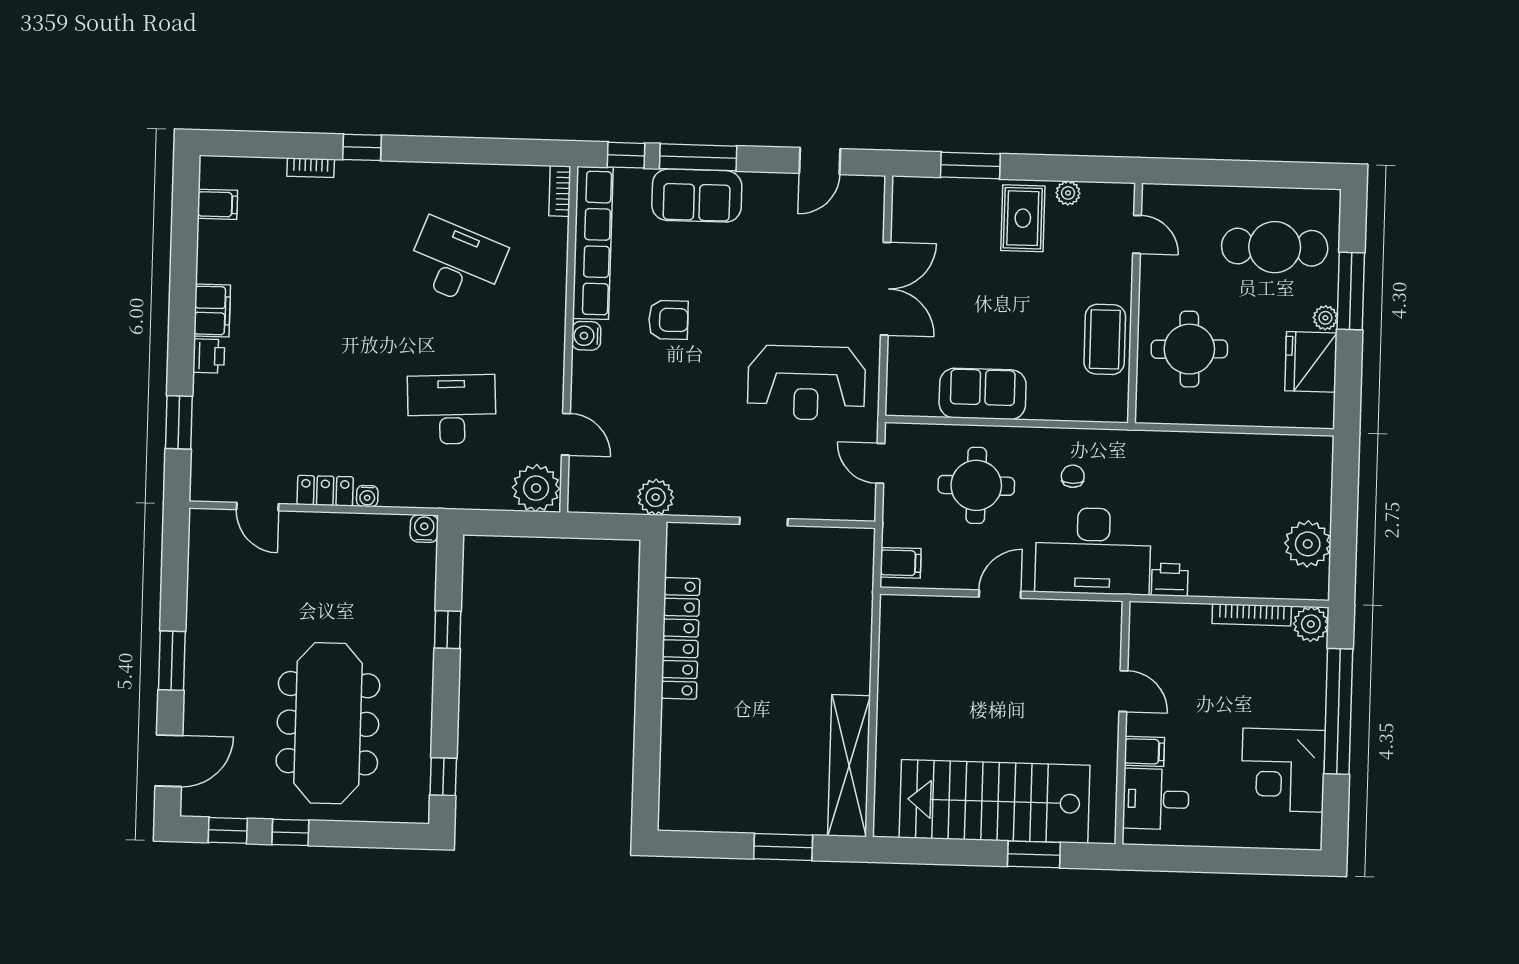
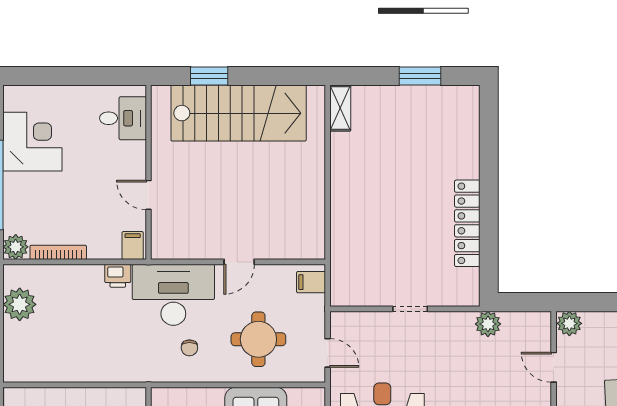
plant: (536, 488) -> (569, 323), width x0.73, depth x0.73
filing cabinet: (1144, 751) -> (133, 246), moved, turned 90
shelving: (849, 766) -> (340, 108), width x0.45, depth x0.75
window: (783, 847) -> (420, 76), moved

